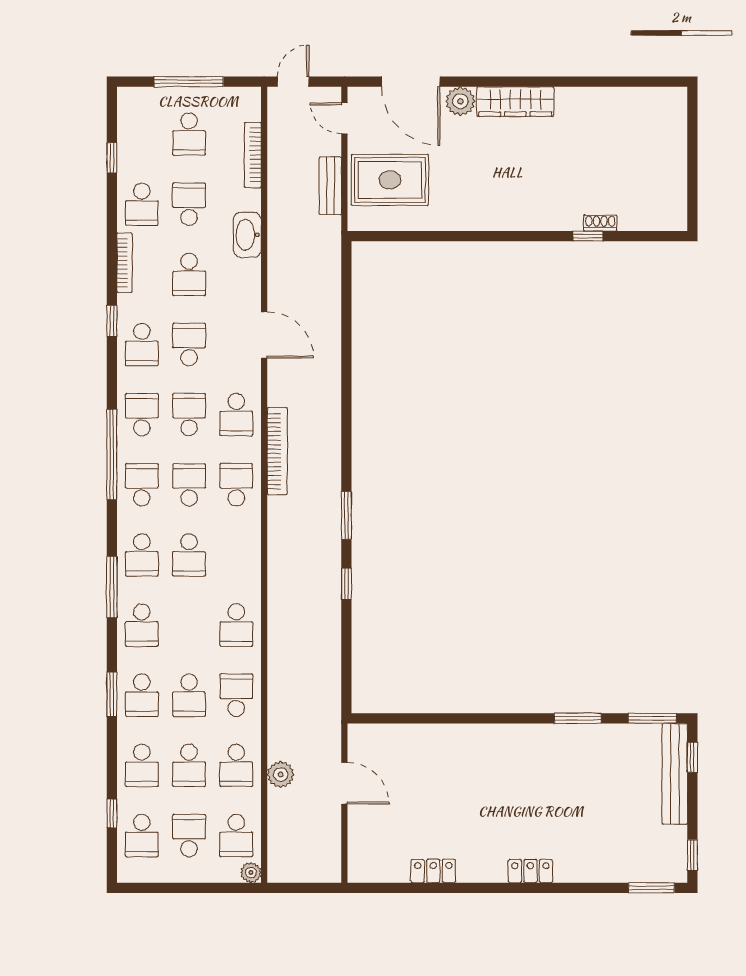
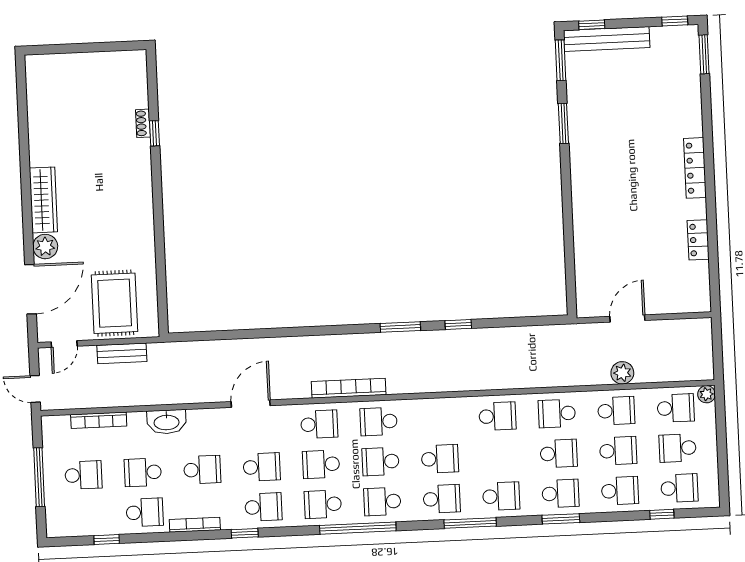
school desk: (189, 344) -> (262, 467), turned 180
locker: (530, 871) -> (695, 168), width x1.53

